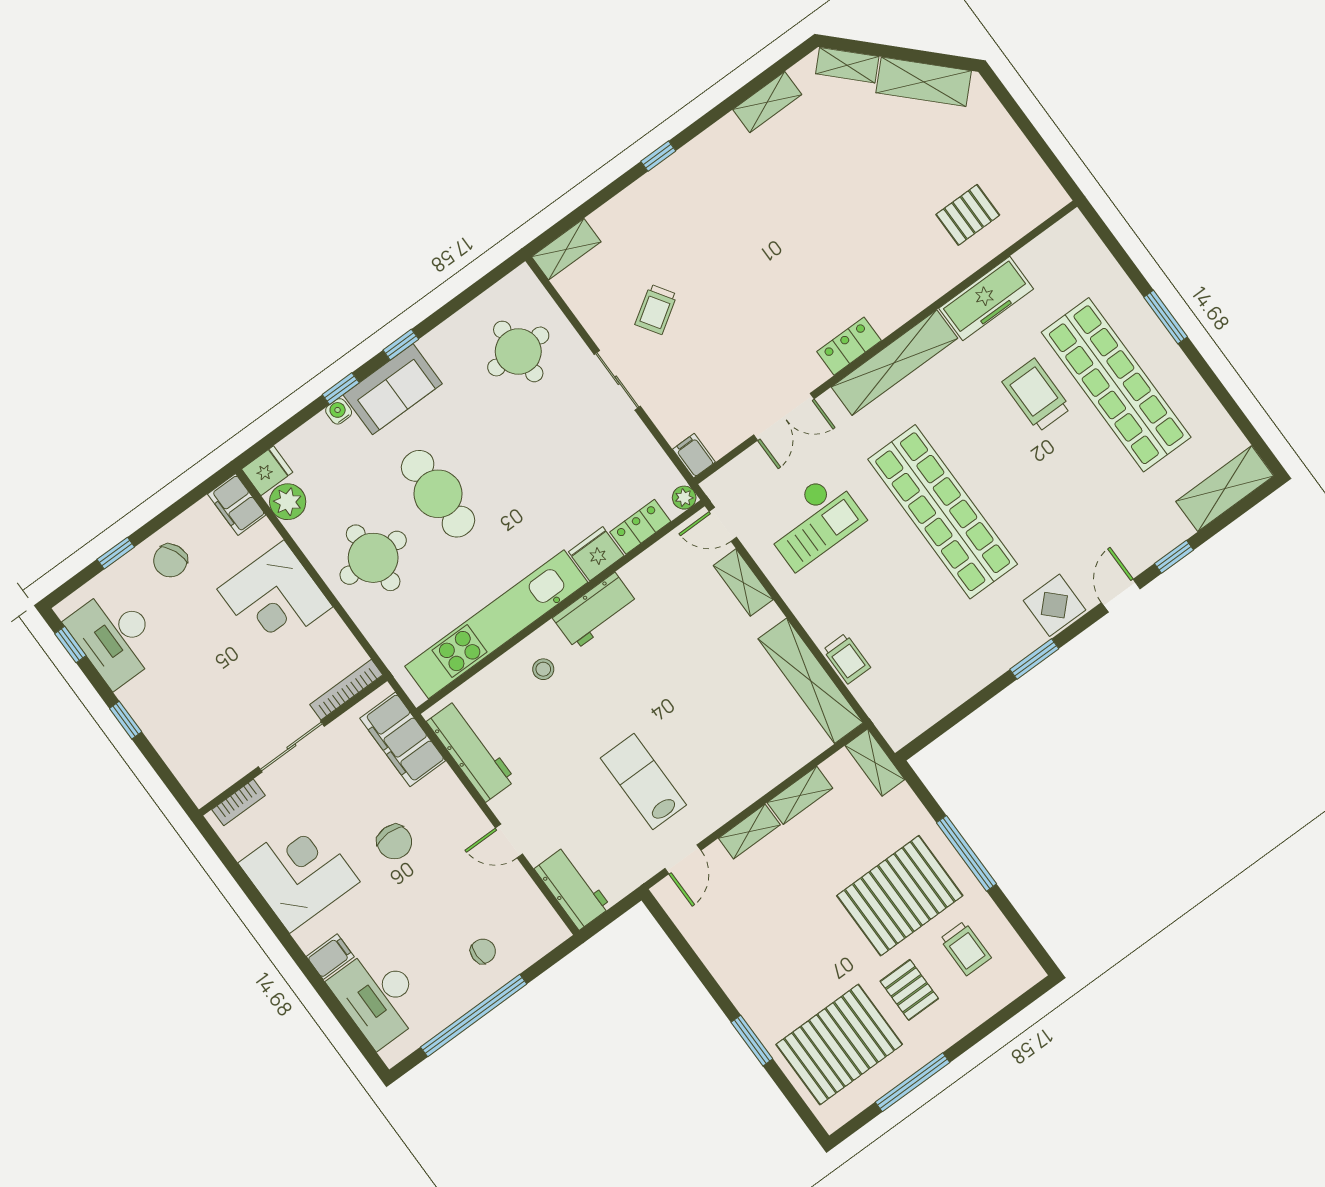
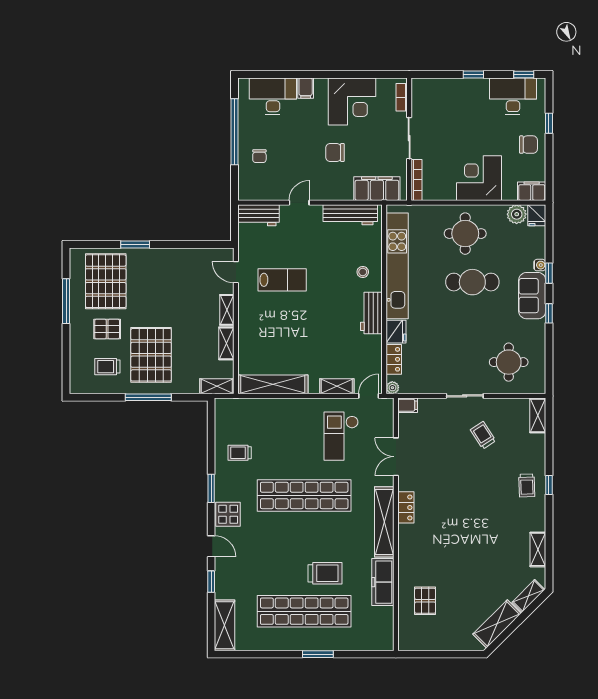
trolley: (683, 189) -> (527, 485), added
chair: (170, 561) -> (528, 145), turned 113
trolley: (847, 659) -> (240, 453), moved

